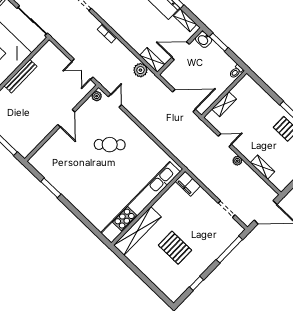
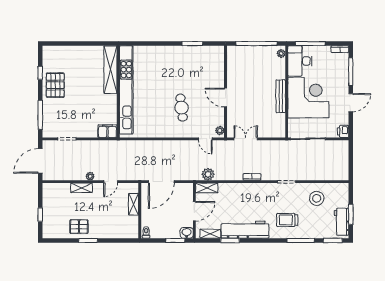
cafe table: (110, 145) -> (182, 108), turned -54
shelving: (263, 167) -> (82, 188), moved
pallet: (175, 248) -> (55, 85), moved, turned 90

